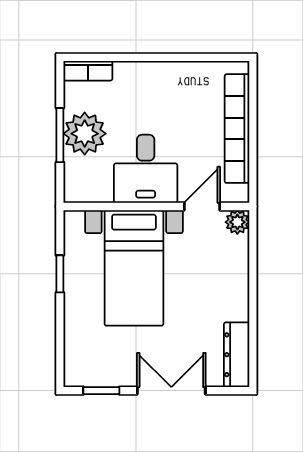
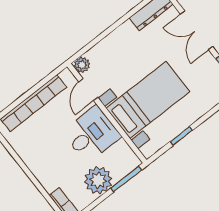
window: (60, 135) -> (126, 179), moved
door: (202, 206) -> (88, 90), hinge flipped

